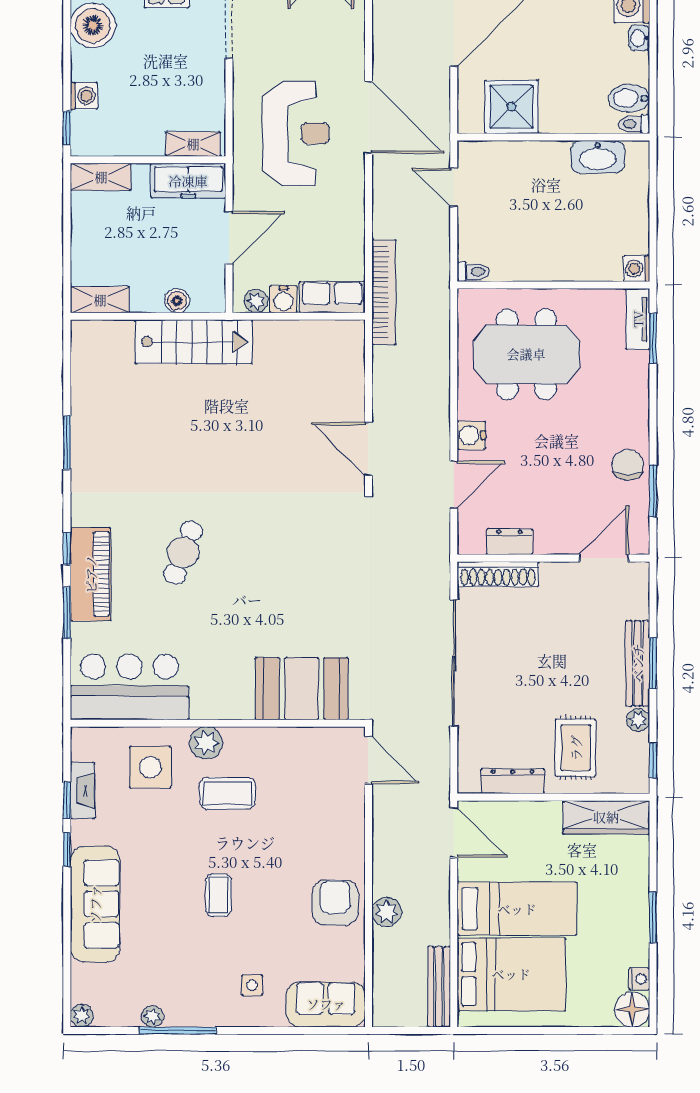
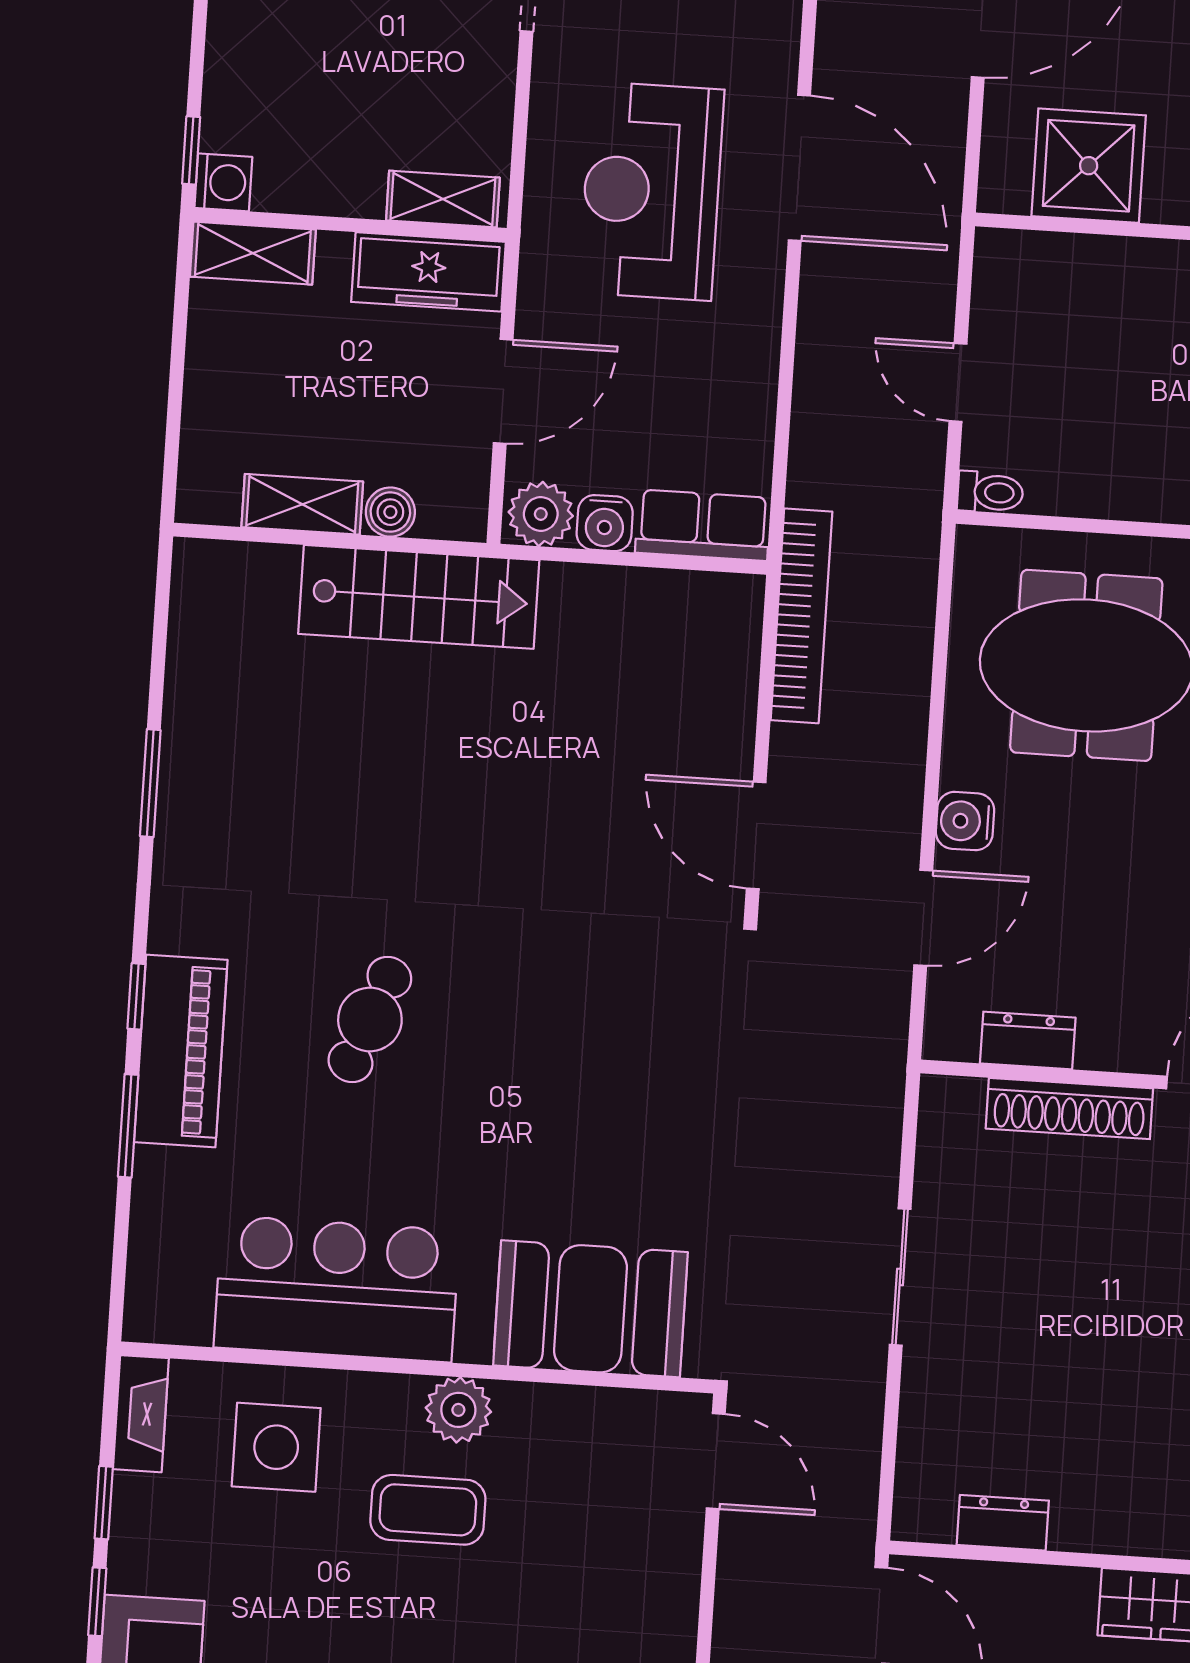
washing machine: (84, 96) -> (223, 182), moved
reception desk: (296, 133) -> (651, 191), turned 180
door: (454, 187) -> (958, 382), moved
bookcase: (384, 292) -> (801, 616), moved
shelving: (100, 300) -> (302, 504), moved
plant: (256, 301) -> (541, 514), width x1.38, depth x1.38
shoe rack: (498, 574) -> (1069, 1108), moved
sliding door: (454, 663) -> (900, 1277), width x0.54
bar counter: (129, 687) -> (337, 1289), moved
plant: (206, 743) -> (458, 1410), moved
rug: (576, 748) -> (1134, 1463), removed
dresser: (513, 781) -> (1003, 1523), width x0.70
fireplace: (82, 791) -> (141, 1414), moved

